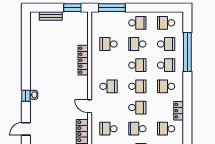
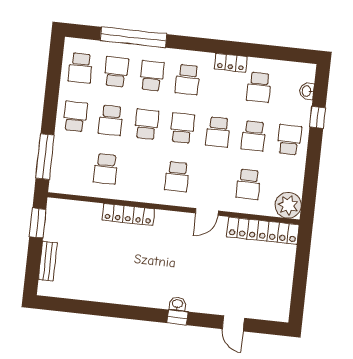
school desk: (108, 86) -> (177, 177), turned 180
school desk: (137, 108) -> (218, 132), turned 180

